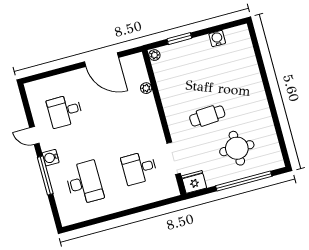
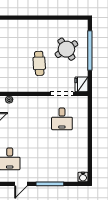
round table: (237, 148) -> (66, 49), turned -33
water cooler: (51, 158) -> (83, 177), moved
desk: (84, 183) -> (62, 159), removed

